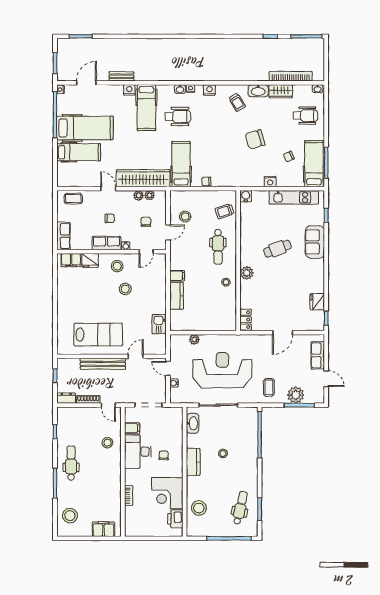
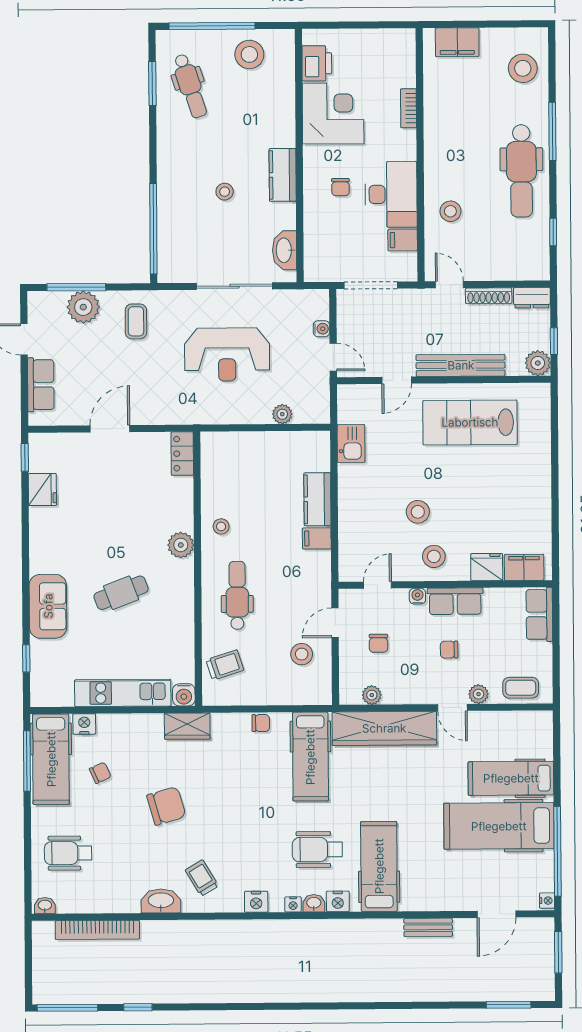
nightstand: (129, 90) -> (338, 901), moved
wardrobe: (281, 91) -> (187, 726), moved, turned 180
nightstand: (270, 182) -> (84, 724), moved
plant: (139, 195) -> (479, 694), moved
kitchen unit: (294, 197) -> (123, 693), moved
plant: (63, 365) -> (538, 363), added
reception desk: (222, 370) -> (227, 354), width x0.74, depth x0.77
dental chair: (71, 463) -> (521, 171), width x1.36, depth x1.38
stool: (199, 508) -> (249, 54), moved
dental chair: (240, 508) -> (190, 86), turned -31

